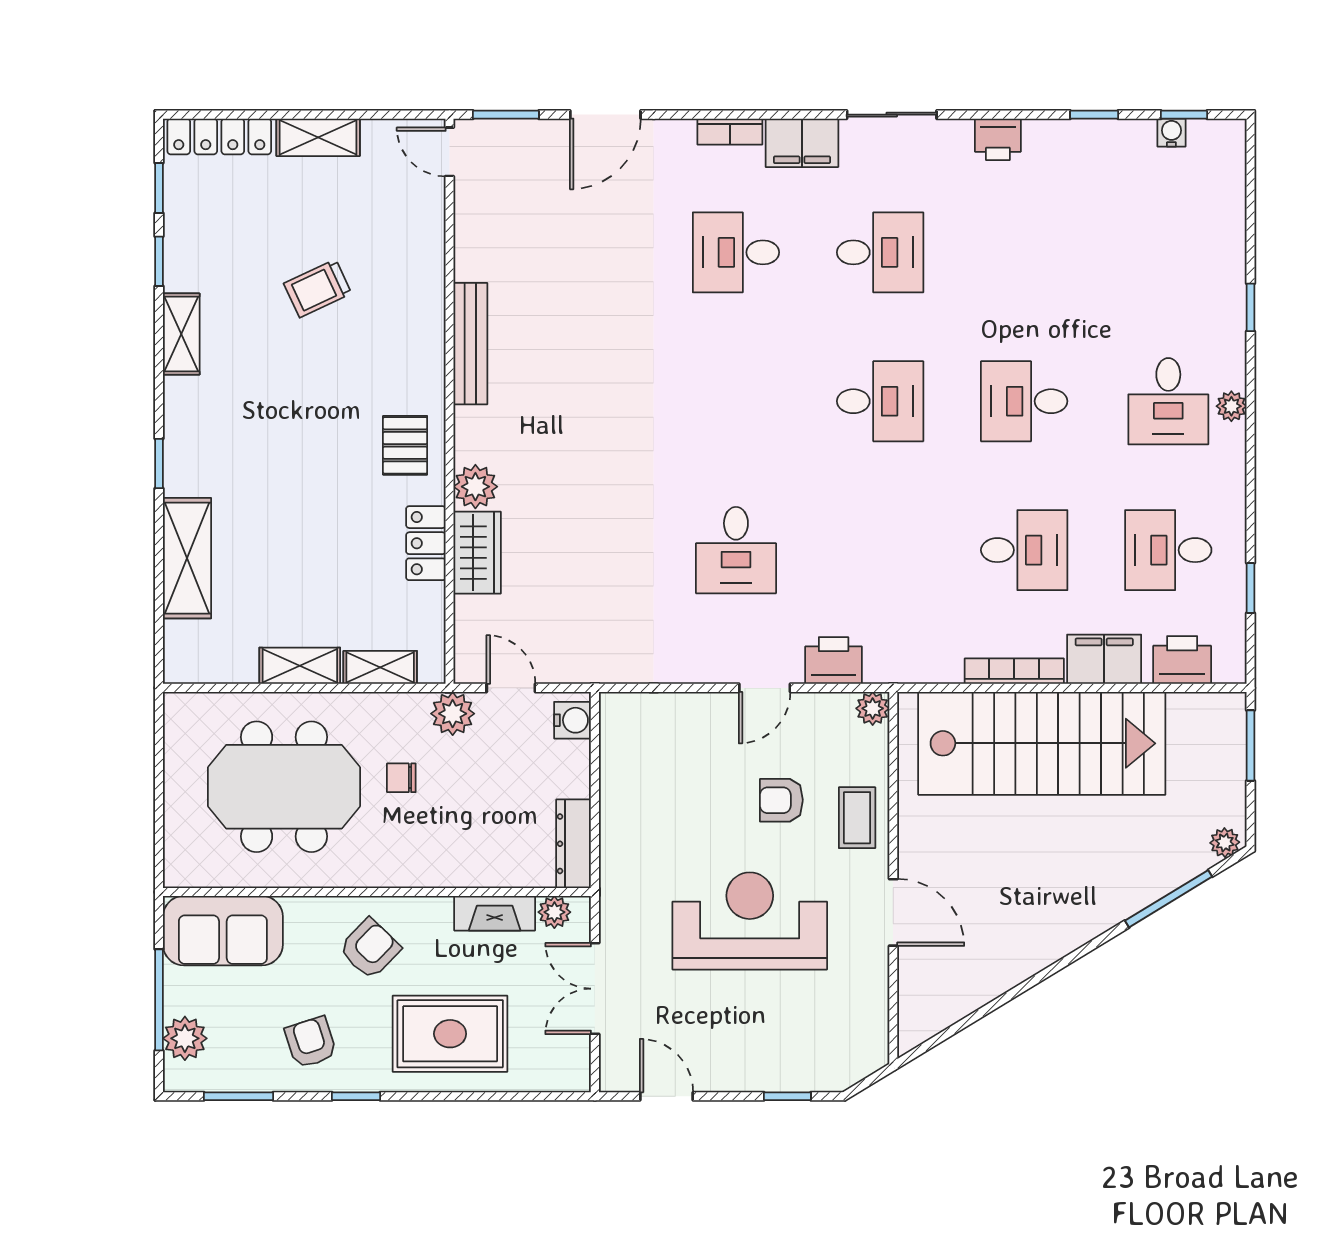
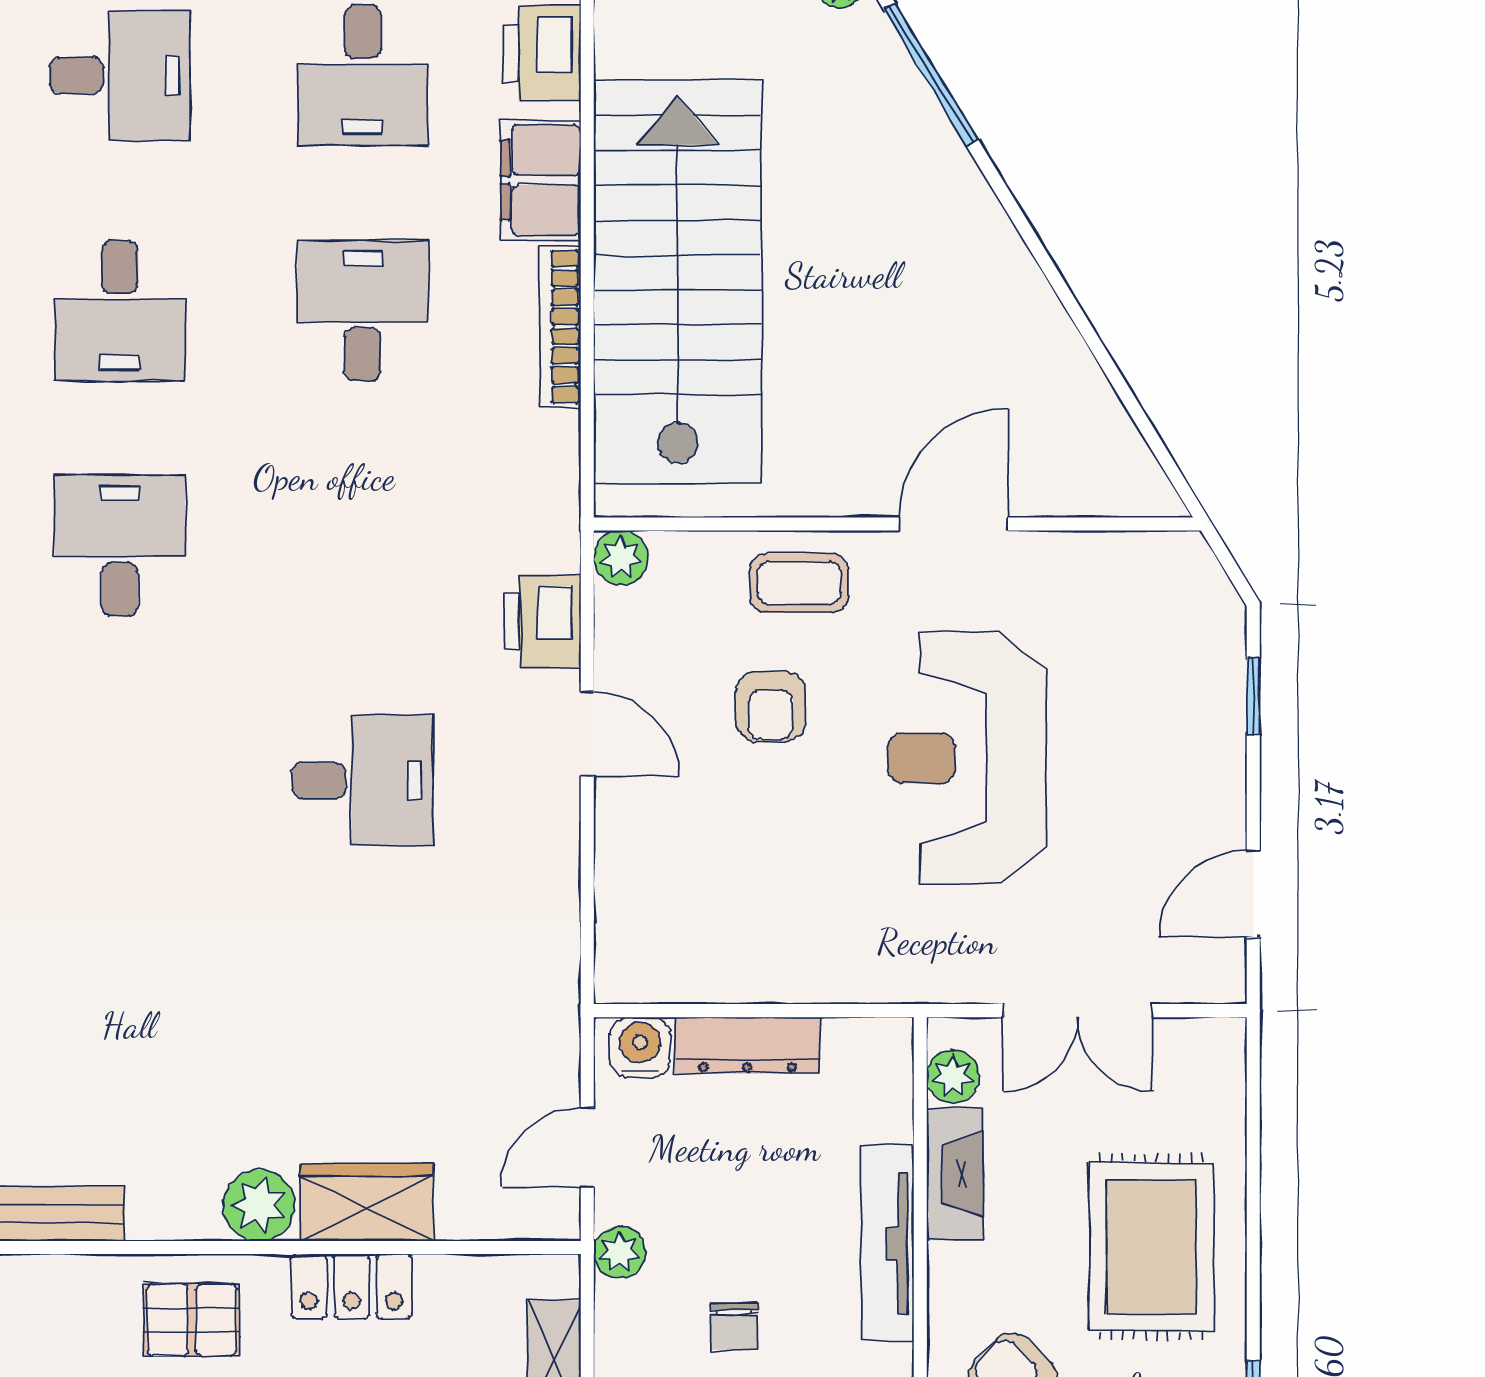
plant: (453, 714) -> (620, 1252), width x0.73, depth x0.73
dresser: (574, 844) -> (747, 1045), moved
tv unit: (452, 872) -> (887, 1243), added

